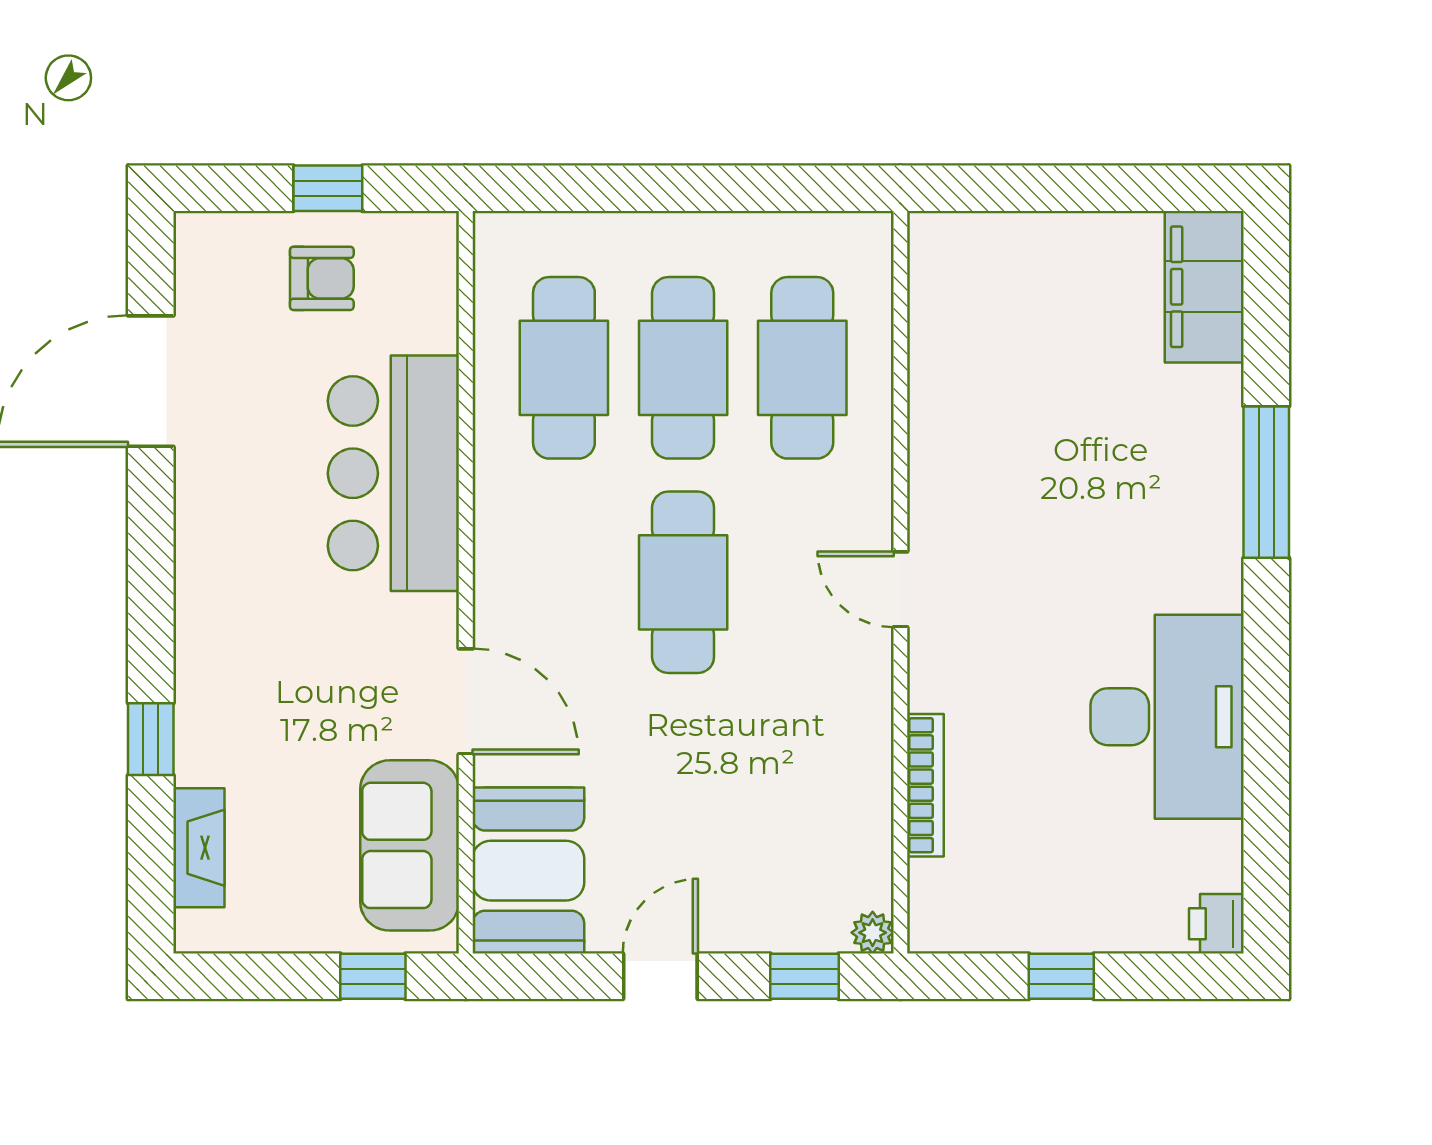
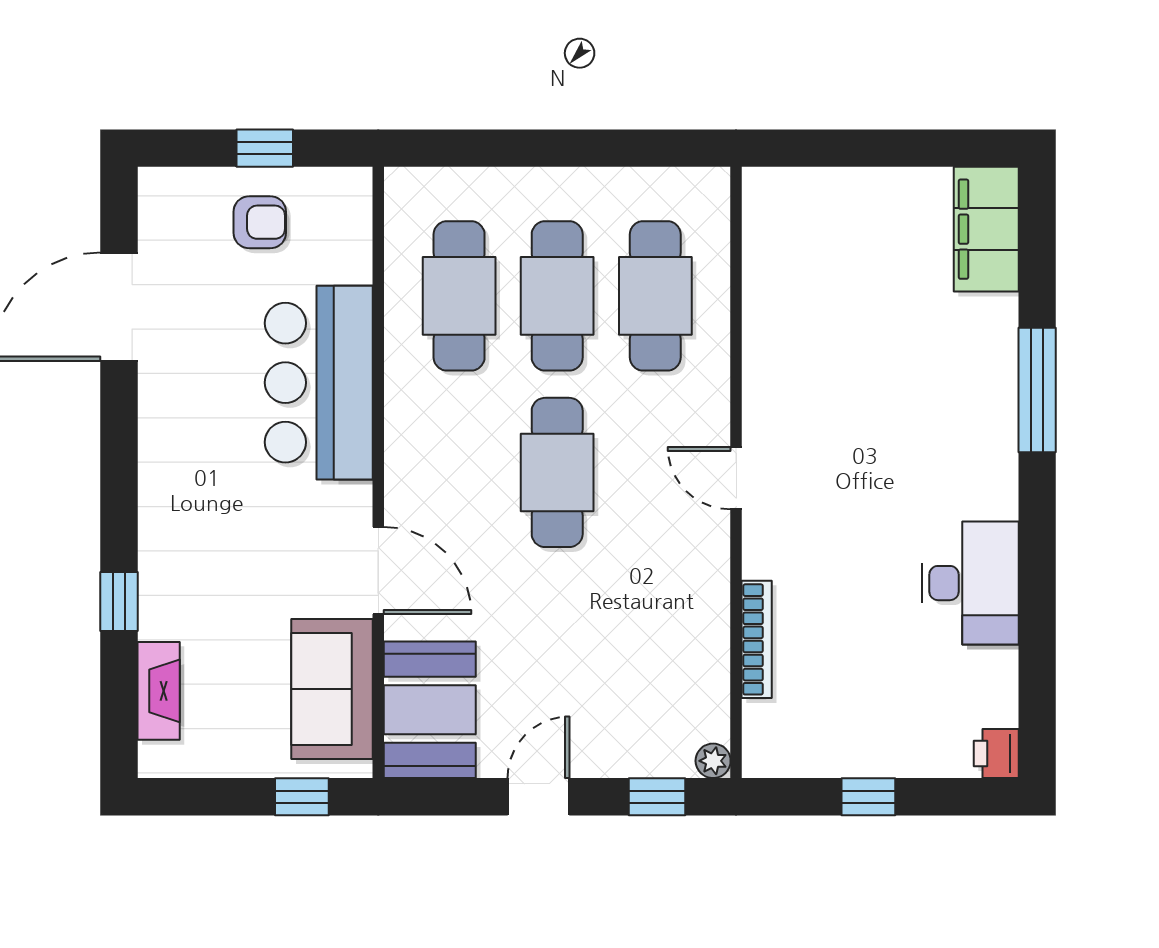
desk: (1167, 717) -> (970, 583), width x0.73, depth x0.77

